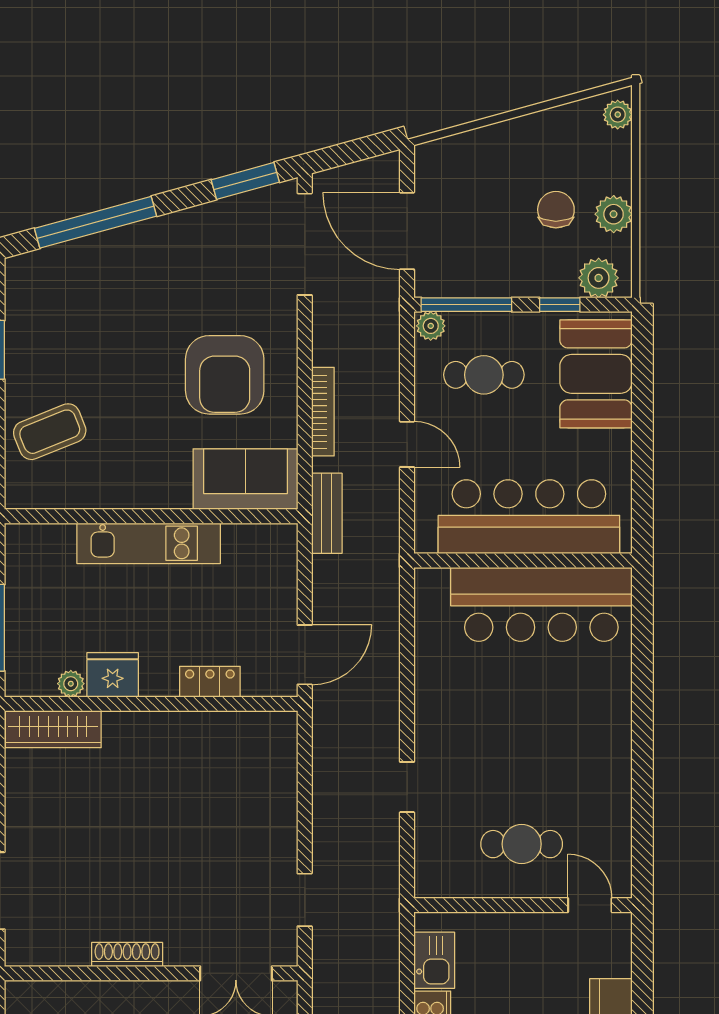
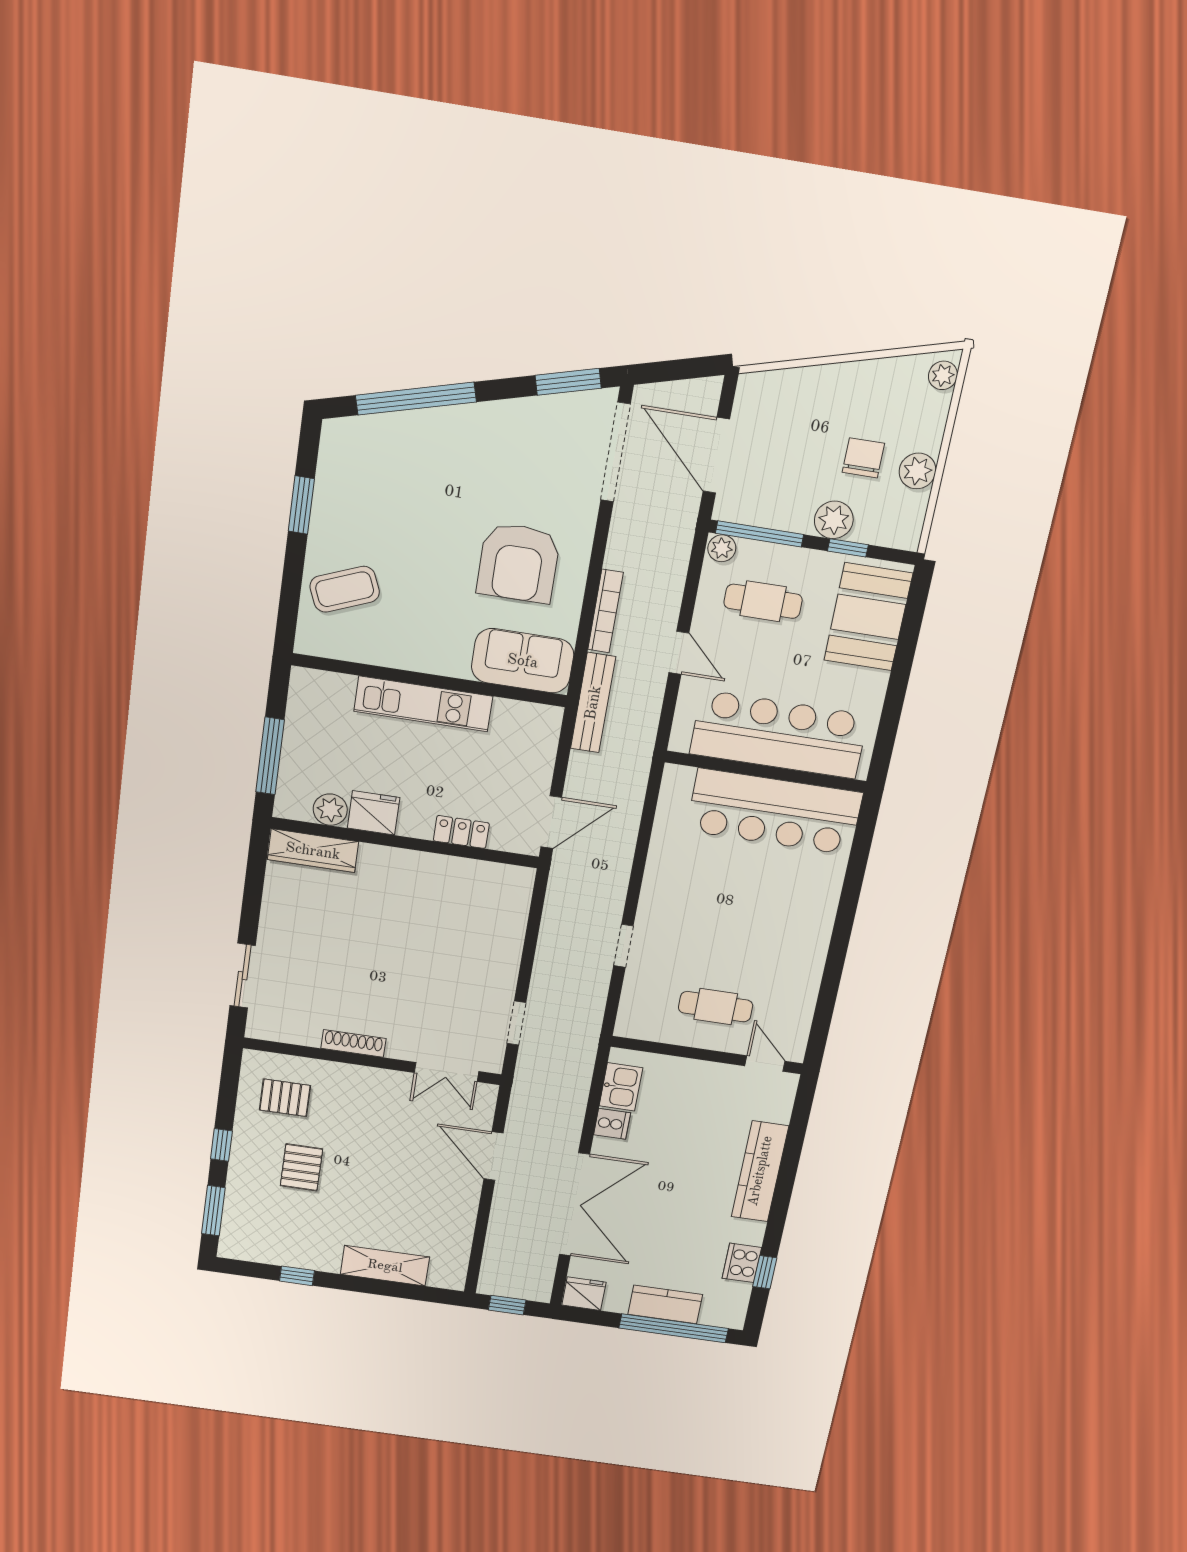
plant: (599, 278) -> (834, 520), moved
bench: (327, 513) -> (593, 703), width x1.36
plant: (71, 684) -> (330, 810), width x1.38, depth x1.38

